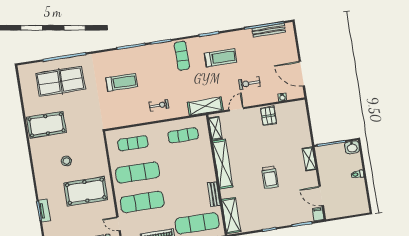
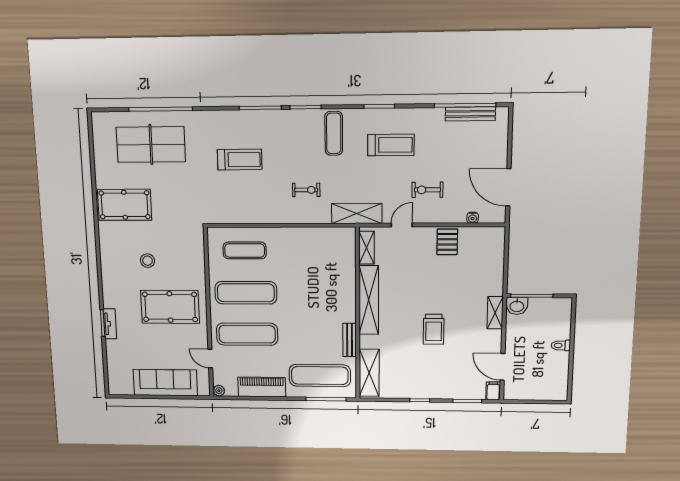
exercise bike: (159, 105) -> (306, 190), moved
exercise mat: (183, 135) -> (318, 250), removed
washbasin: (352, 147) -> (517, 306), moved

